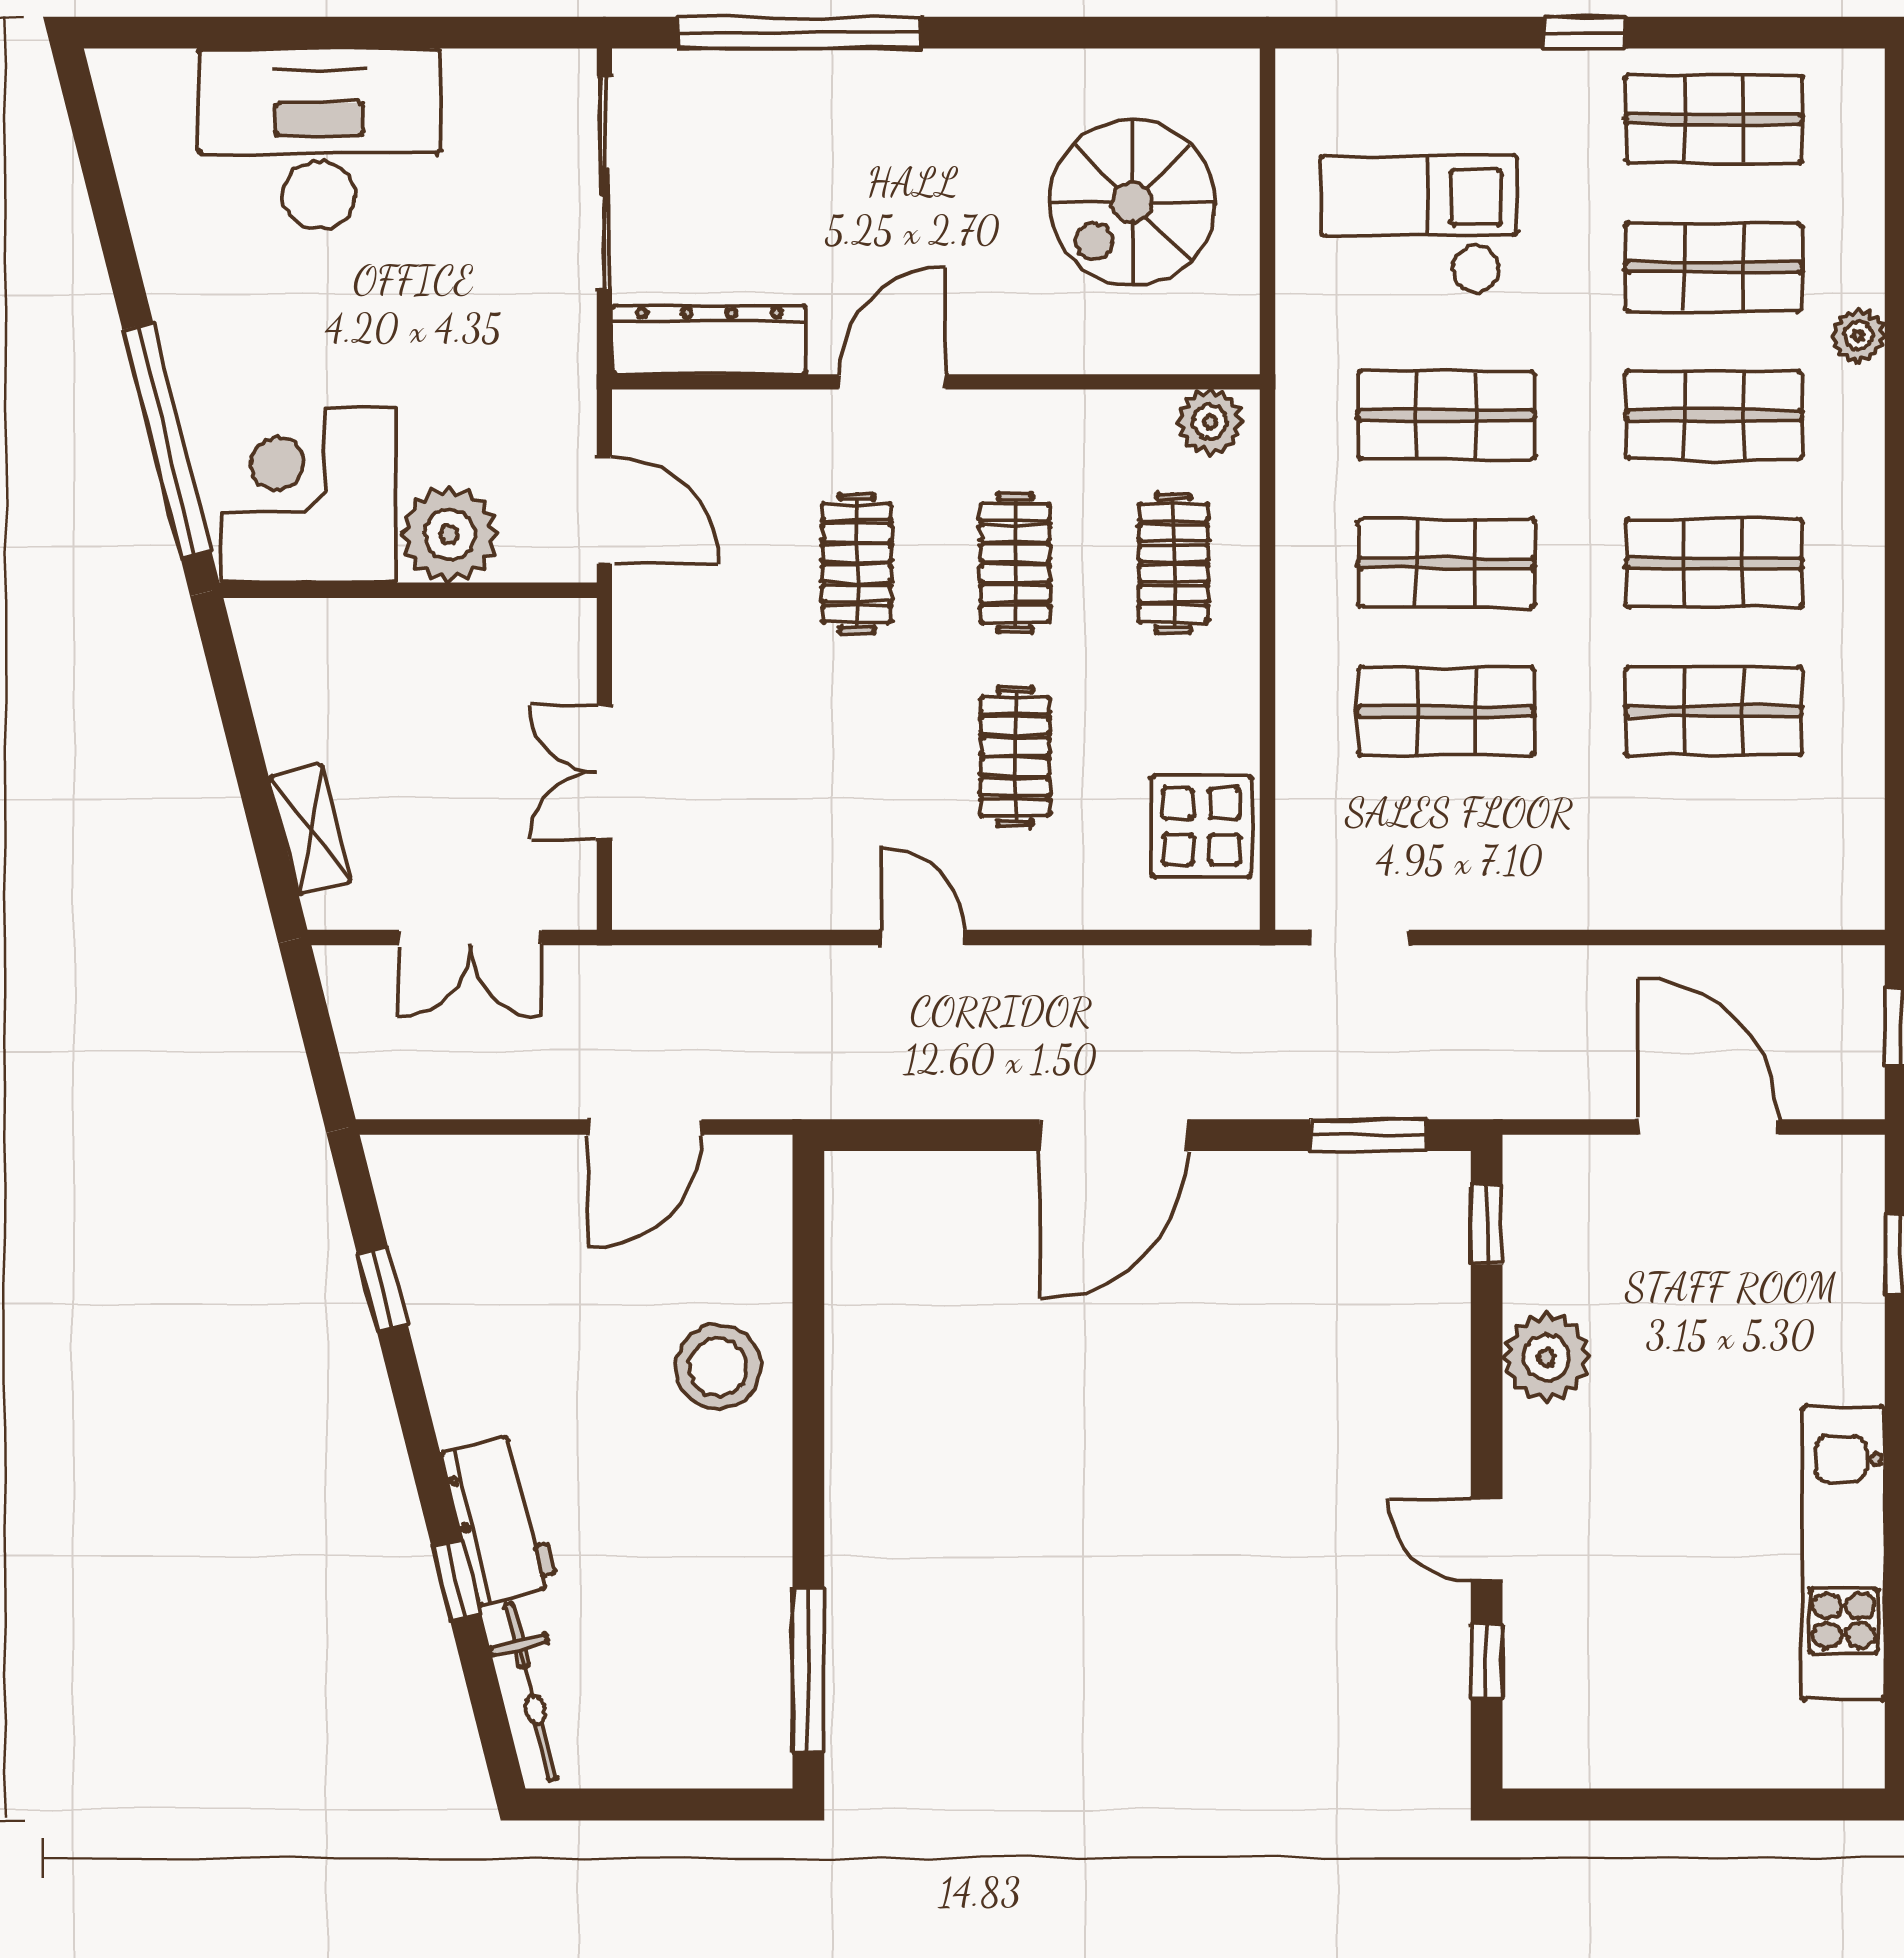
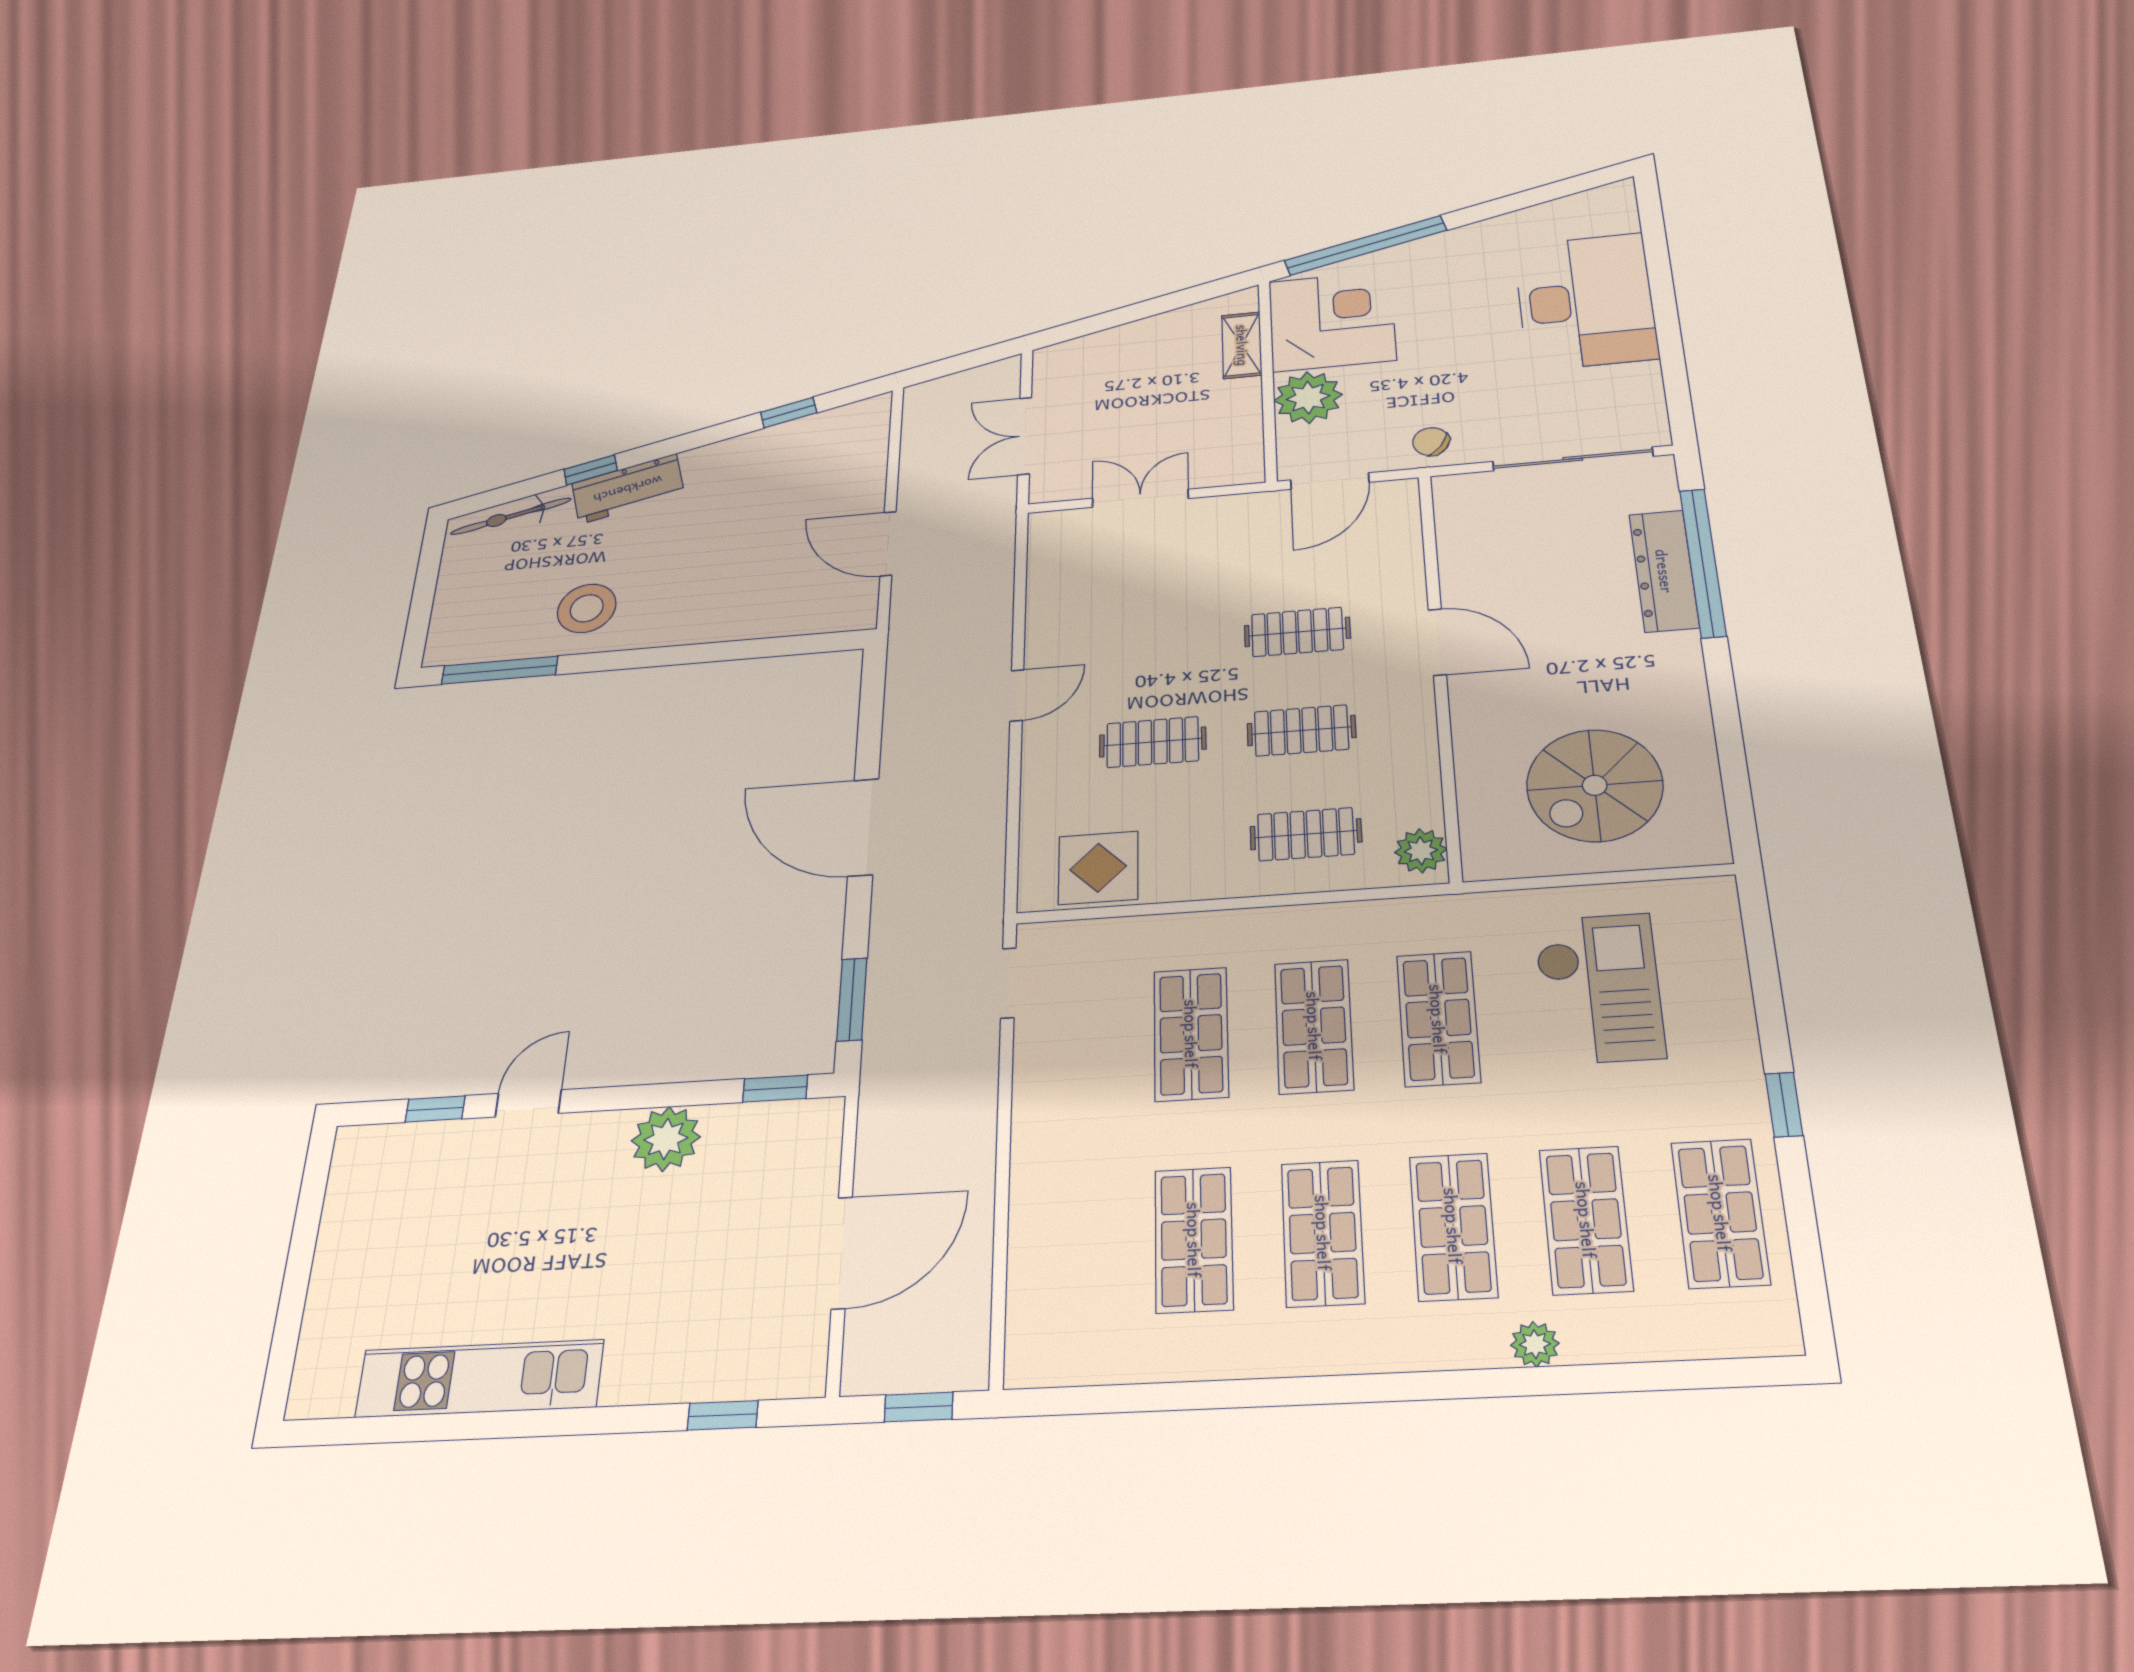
spiral stairs: (1132, 203) -> (1595, 785), turned -90
dresser: (709, 340) -> (1664, 571), moved, turned 180
chair: (551, 369) -> (1431, 442), added
shelving: (310, 829) -> (1242, 345), moved, turned -76
stool: (718, 1367) -> (587, 608), moved

